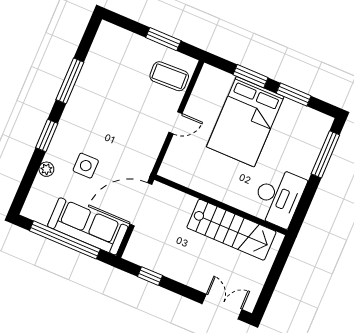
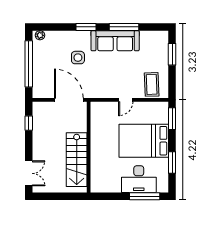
window: (163, 39) -> (172, 54), moved
window: (250, 76) -> (172, 119), moved
door: (175, 123) -> (126, 100), hinge flipped
plant: (46, 169) -> (40, 35), moved
desk: (278, 197) -> (139, 179), moved
sofa: (88, 226) -> (115, 41), moved, turned 90

